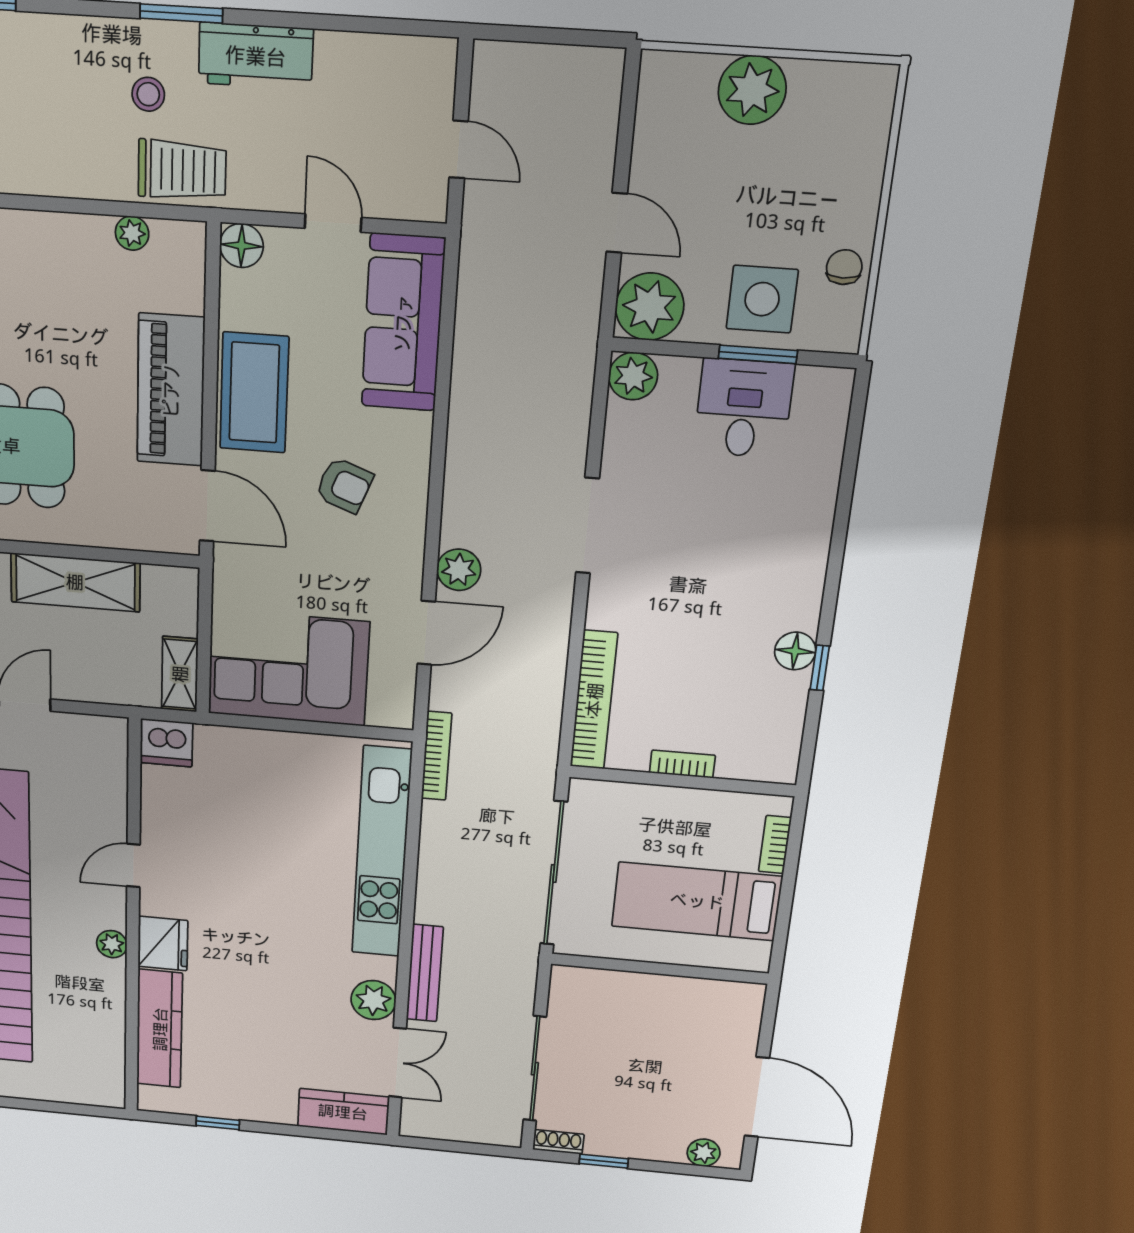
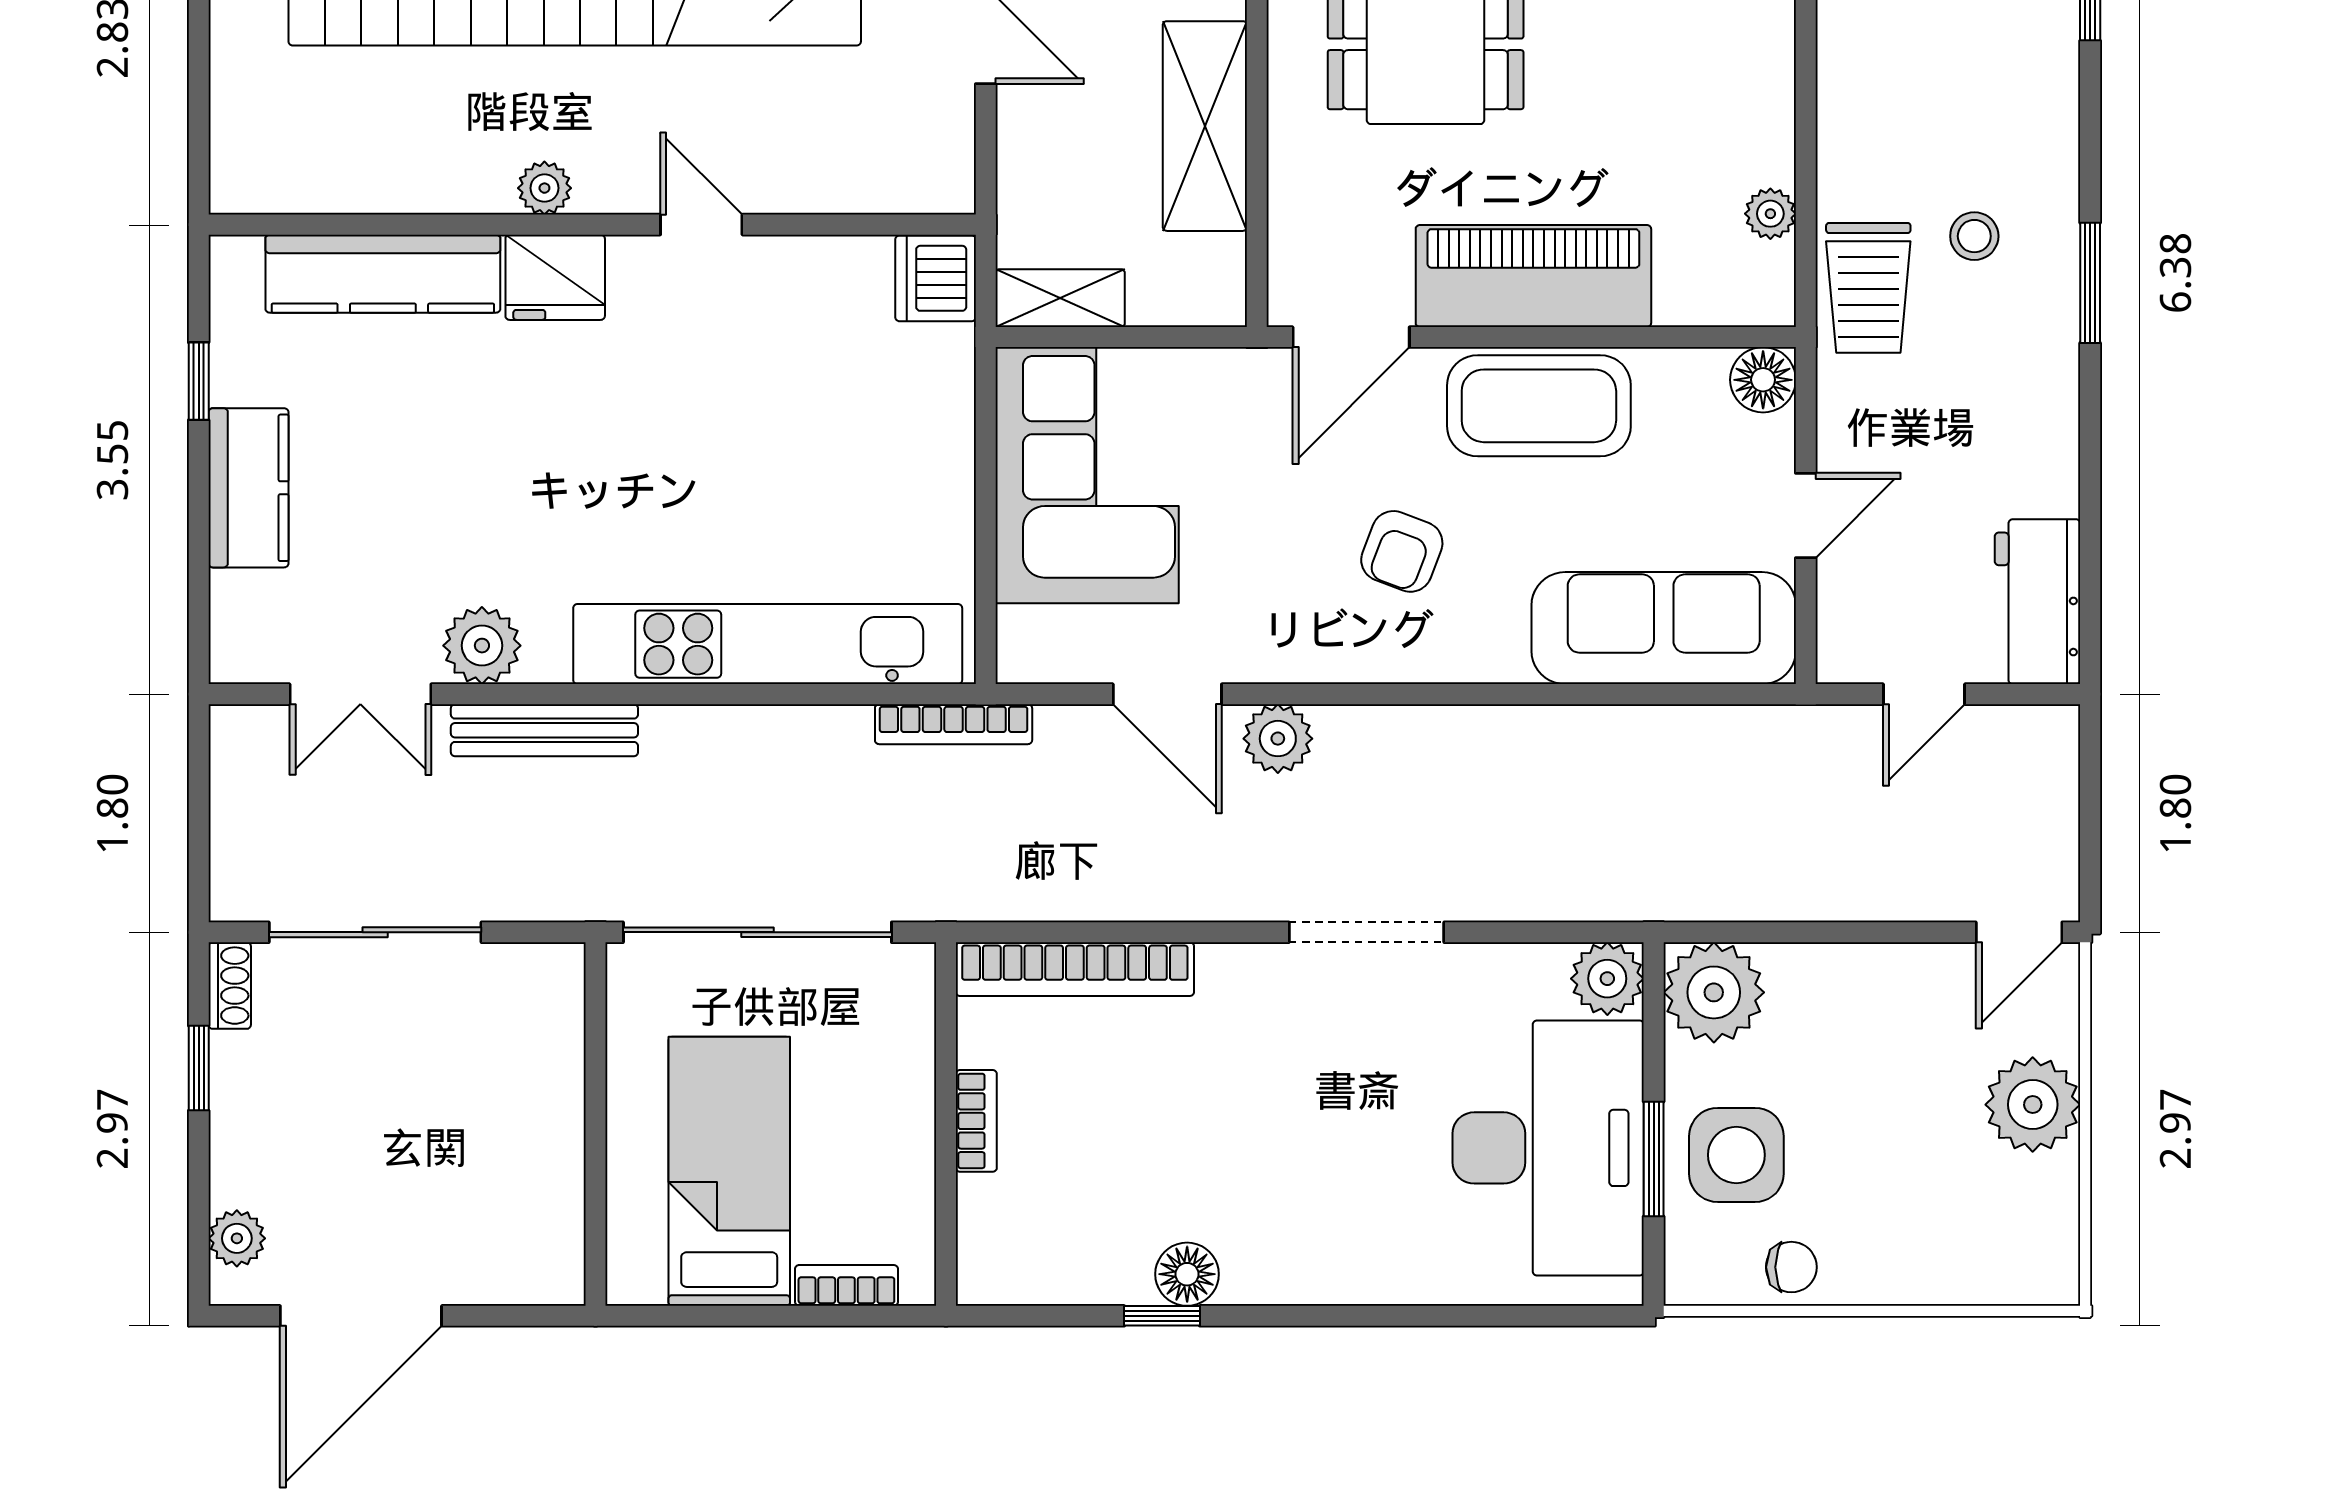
workbench: (256, 56) -> (2038, 602), moved
door: (617, 223) -> (2019, 932), moved
desk: (744, 408) -> (1548, 1148), width x1.87, depth x1.30
kitchen counter: (343, 1112) -> (248, 488), moved

